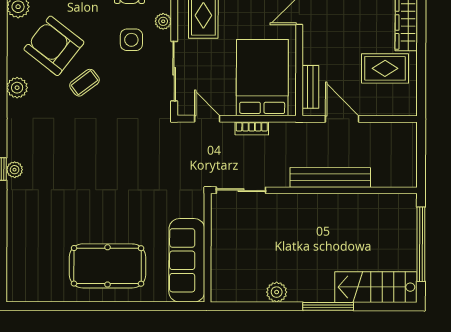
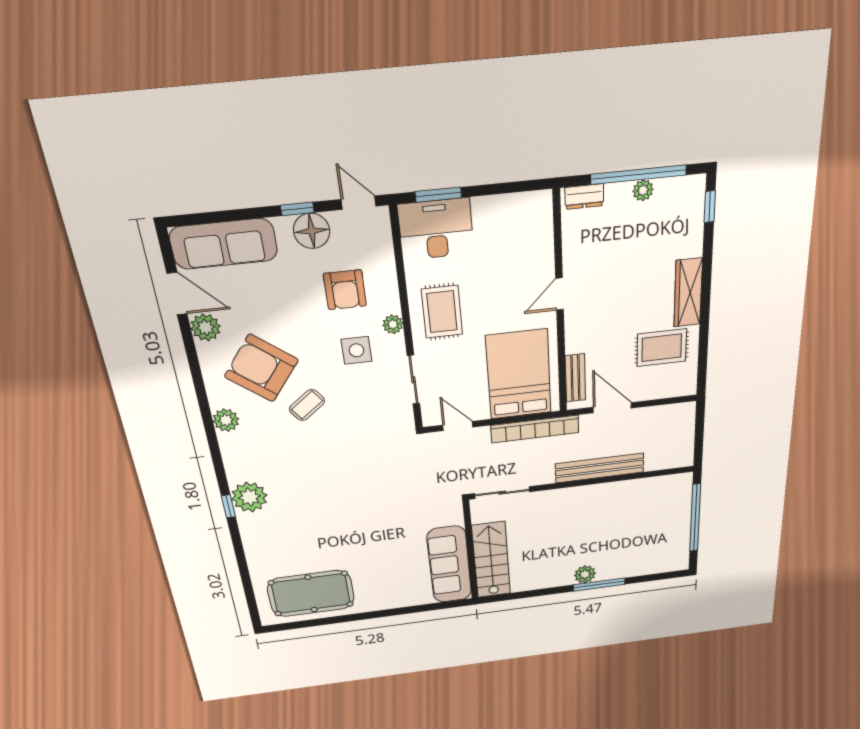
sliding door: (174, 71) -> (413, 380), width x0.73
bookcase: (252, 128) -> (535, 429), width x2.31, depth x1.31
plant: (15, 170) -> (249, 497), width x1.87, depth x1.87
pool table: (108, 266) -> (311, 594), moved
stairs: (376, 287) -> (491, 560), moved, turned 90
plant: (277, 292) -> (585, 574), moved

